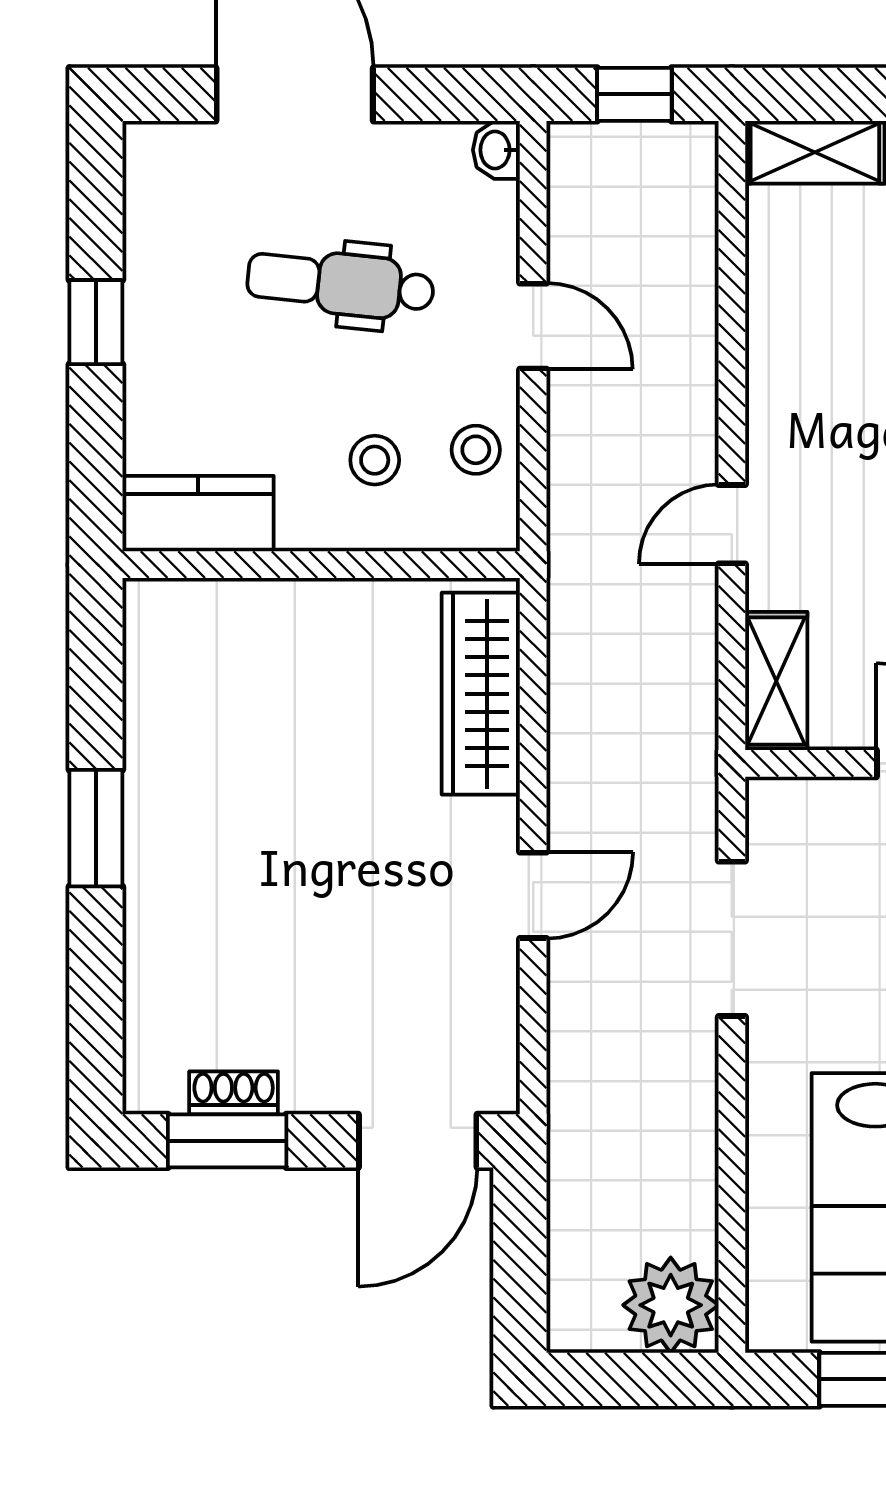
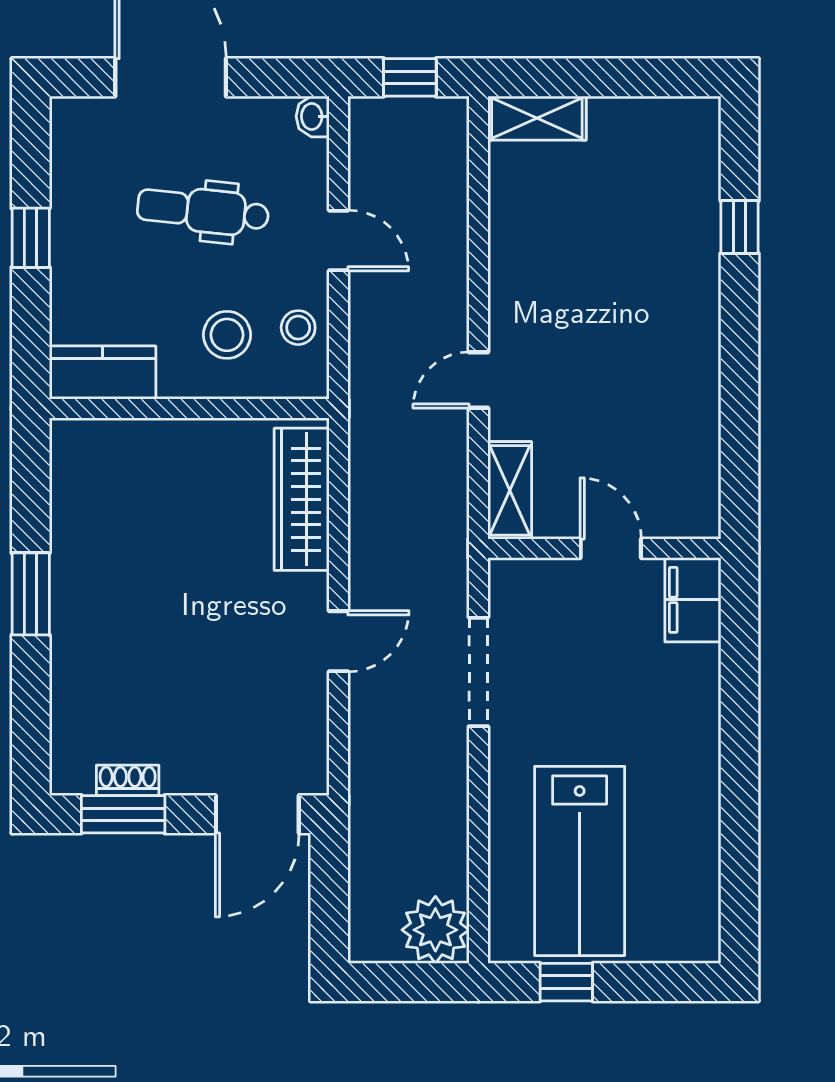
stool: (375, 460) -> (227, 335), width x1.37, depth x1.37

